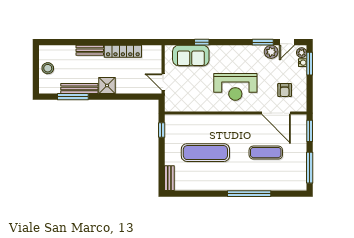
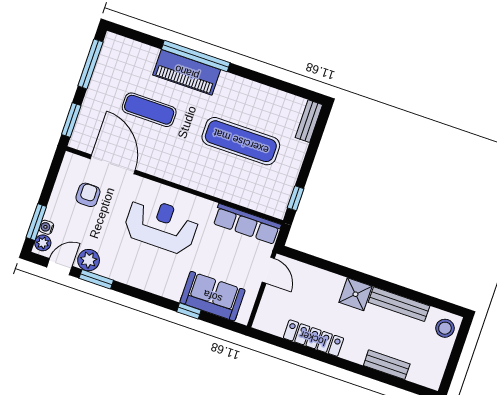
bench: (90, 50) -> (387, 365), moved
stool: (48, 68) -> (445, 328), moved
window: (73, 97) -> (413, 295), removed
row of seats: (185, 105) -> (247, 224), added
piano: (251, 182) -> (187, 72), added

